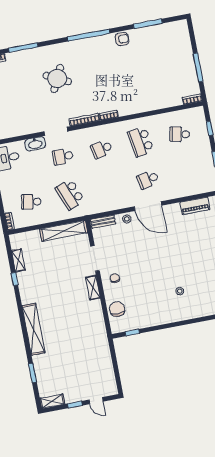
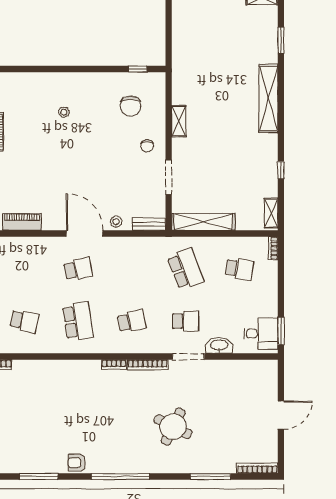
shelving: (18, 260) -> (271, 213), moved
shelving: (93, 288) -> (179, 121), moved
chair: (117, 309) -> (131, 106), moved

